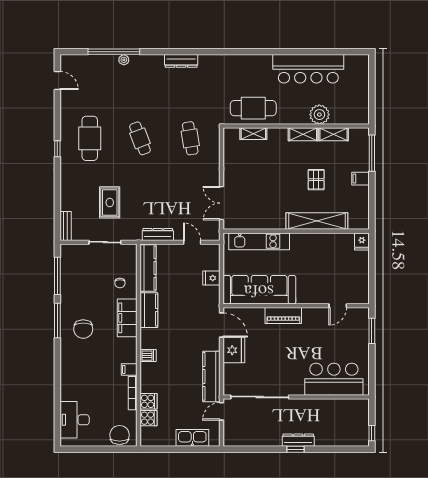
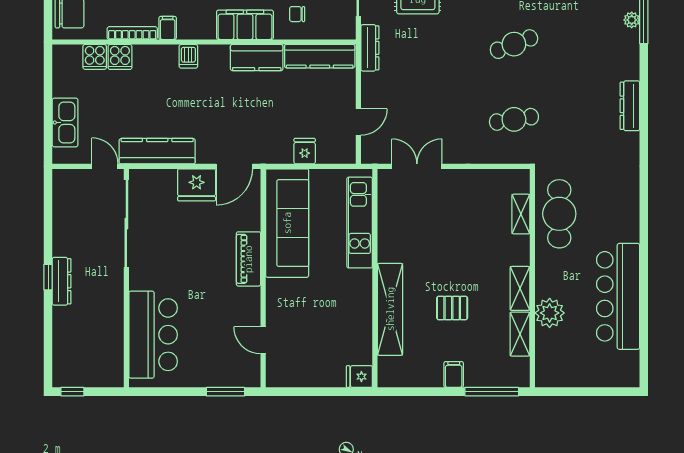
dresser: (158, 234) -> (370, 48), moved

